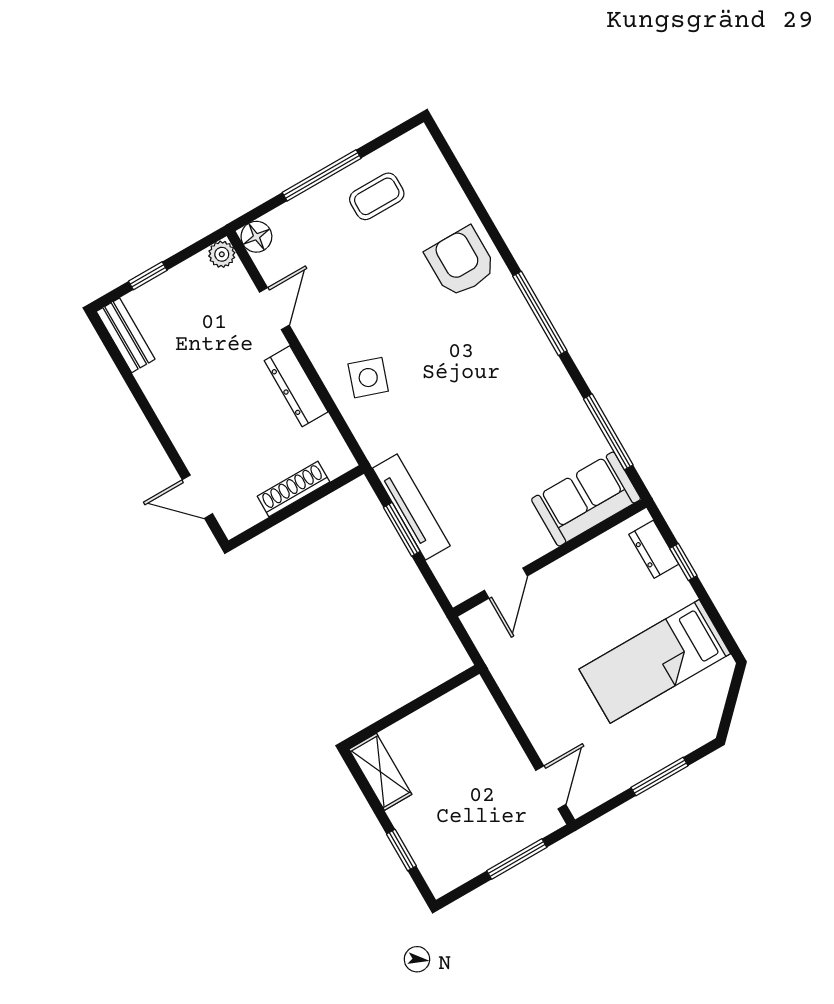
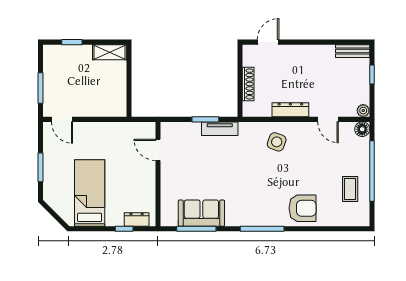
window: (322, 175) -> (372, 171), width x1.46
sofa: (586, 499) -> (201, 213), moved, turned -90
tv unit: (411, 507) -> (220, 129), width x0.71

